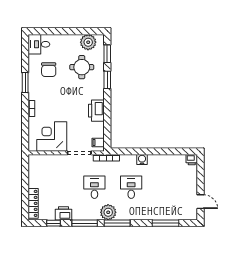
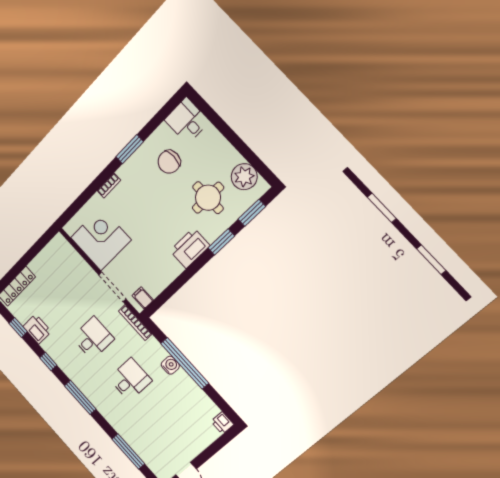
printer: (96, 111) -> (190, 248), moved
window: (147, 151) -> (185, 363), added
plant: (108, 212) -> (82, 377), removed
window: (85, 223) -> (48, 361), width x0.46

